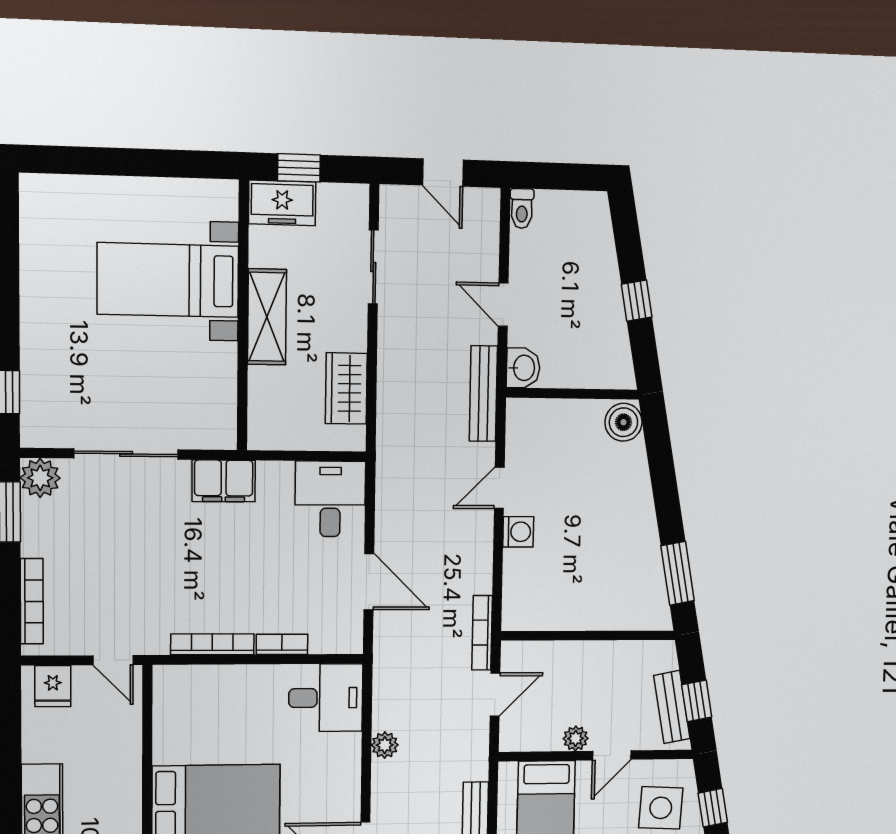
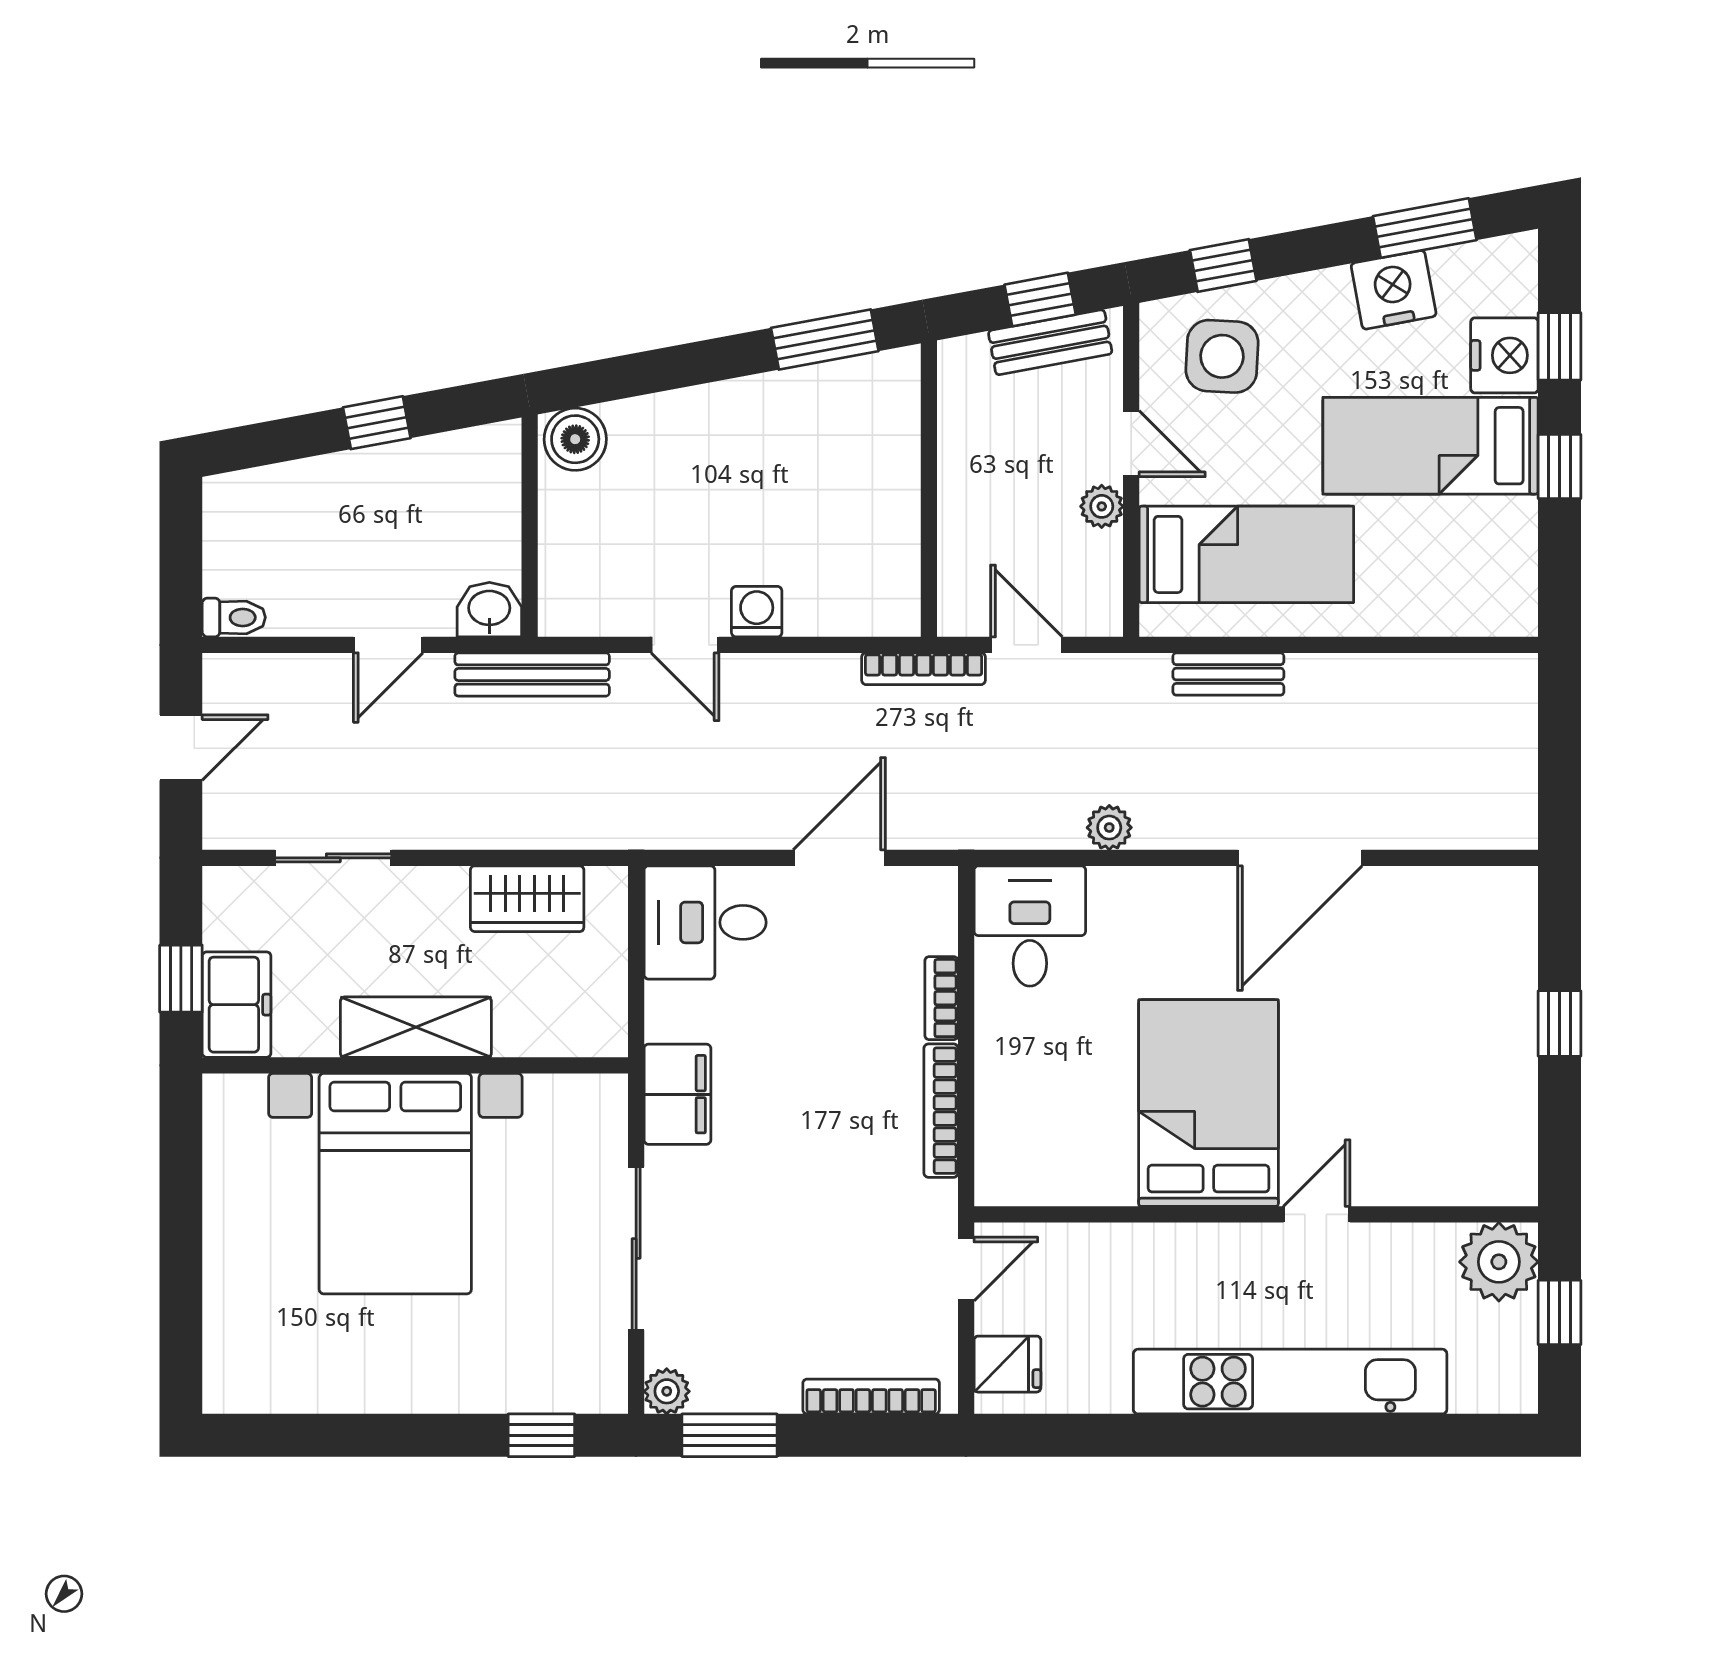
bed with nightstands: (168, 280) -> (395, 1184), width x1.36
plant: (40, 478) -> (667, 1391), width x0.73, depth x0.73

